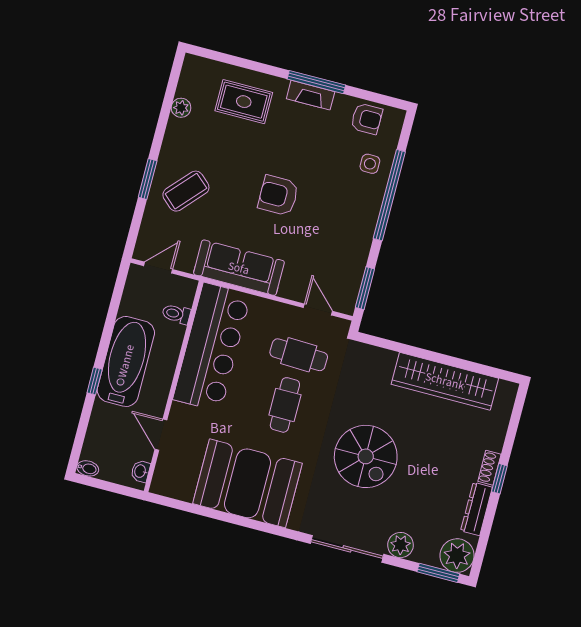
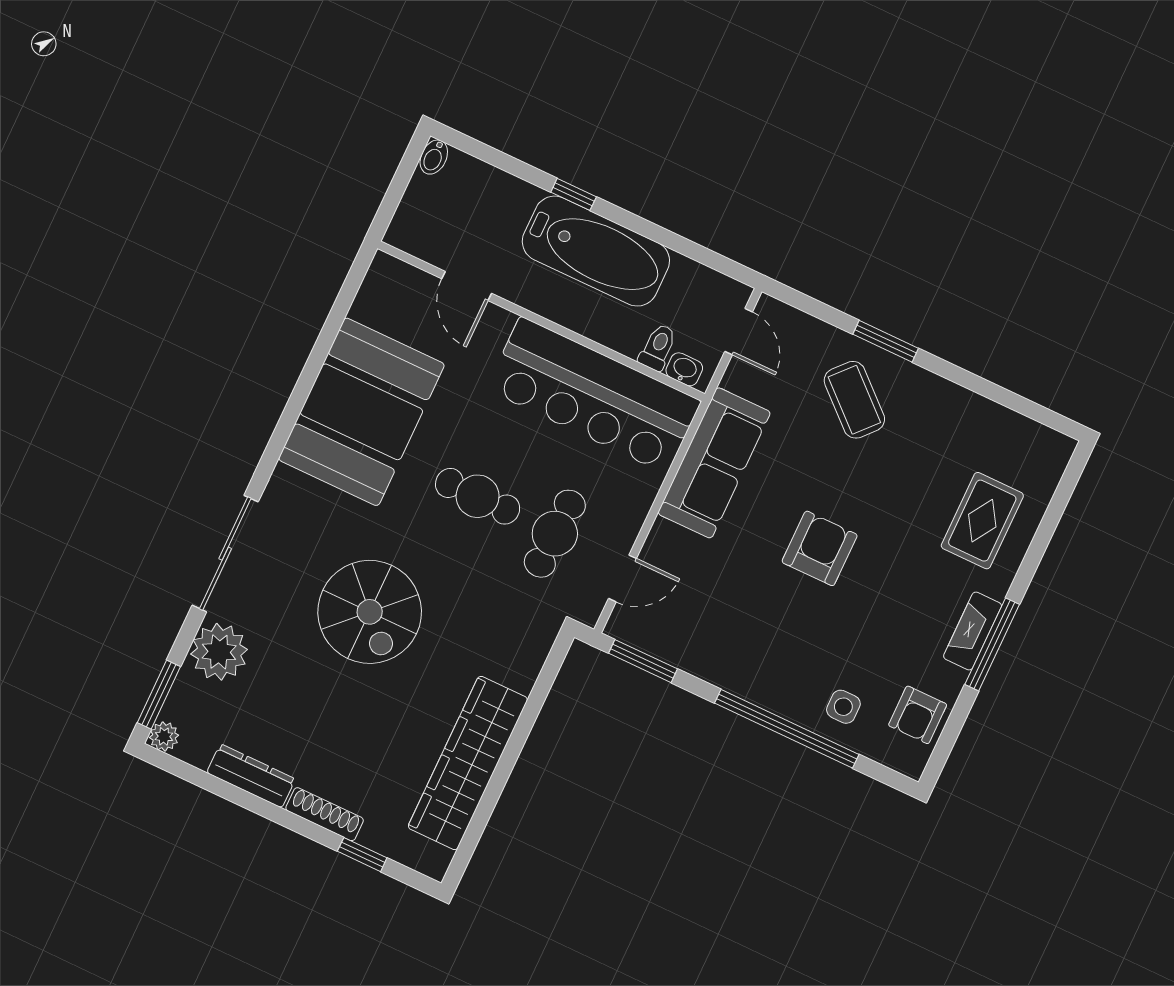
plant: (181, 108) -> (991, 417), removed
door: (161, 435) -> (467, 286), swing flipped
spiral stairs: (366, 456) -> (370, 612), turned -90
shoe rack: (489, 468) -> (325, 814), width x1.43
washbasin: (141, 471) -> (684, 369), moved
window: (499, 479) -> (362, 855), moved
plant: (401, 545) -> (219, 652), width x1.36, depth x1.36
plant: (457, 556) -> (164, 736), width x0.53, depth x0.53

